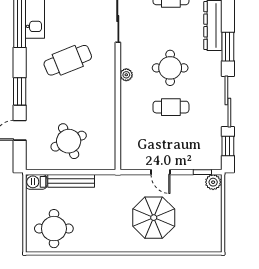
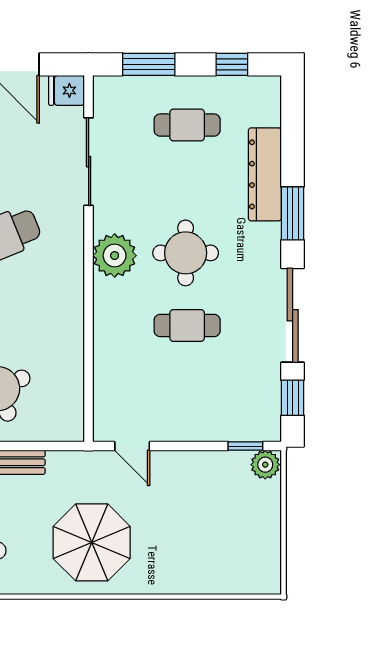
plant: (126, 75) -> (115, 256), width x1.88, depth x1.88
door: (160, 172) -> (132, 446), moved
parasol: (154, 218) -> (92, 542), moved

